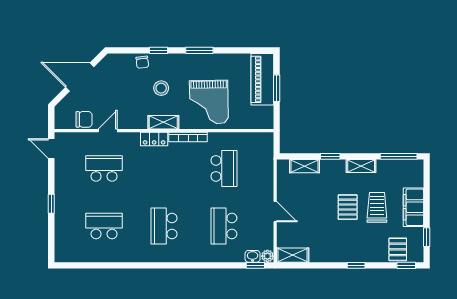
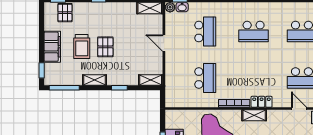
door: (108, 131) -> (299, 109), swing flipped
shelving: (305, 166) -> (151, 80), moved
school desk: (224, 168) -> (205, 78), turned 180
school desk: (164, 226) -> (254, 32), turned 90
window: (427, 237) -> (42, 70), moved

